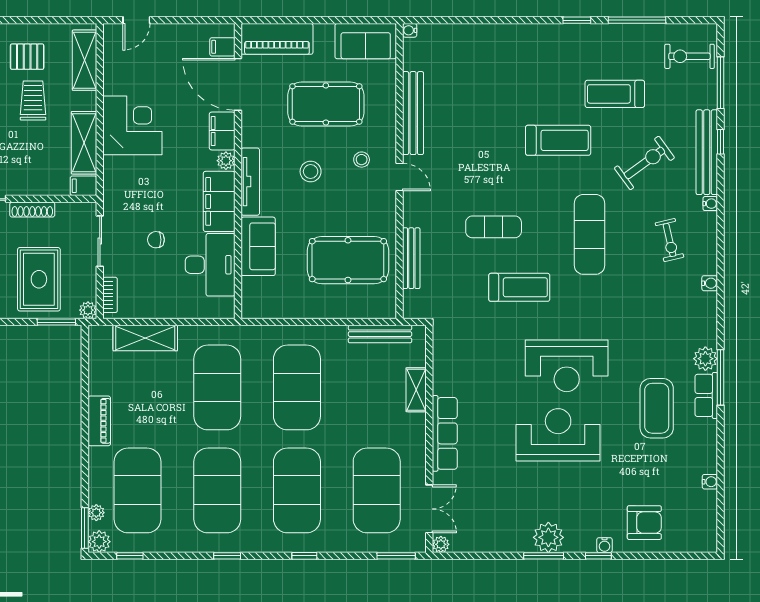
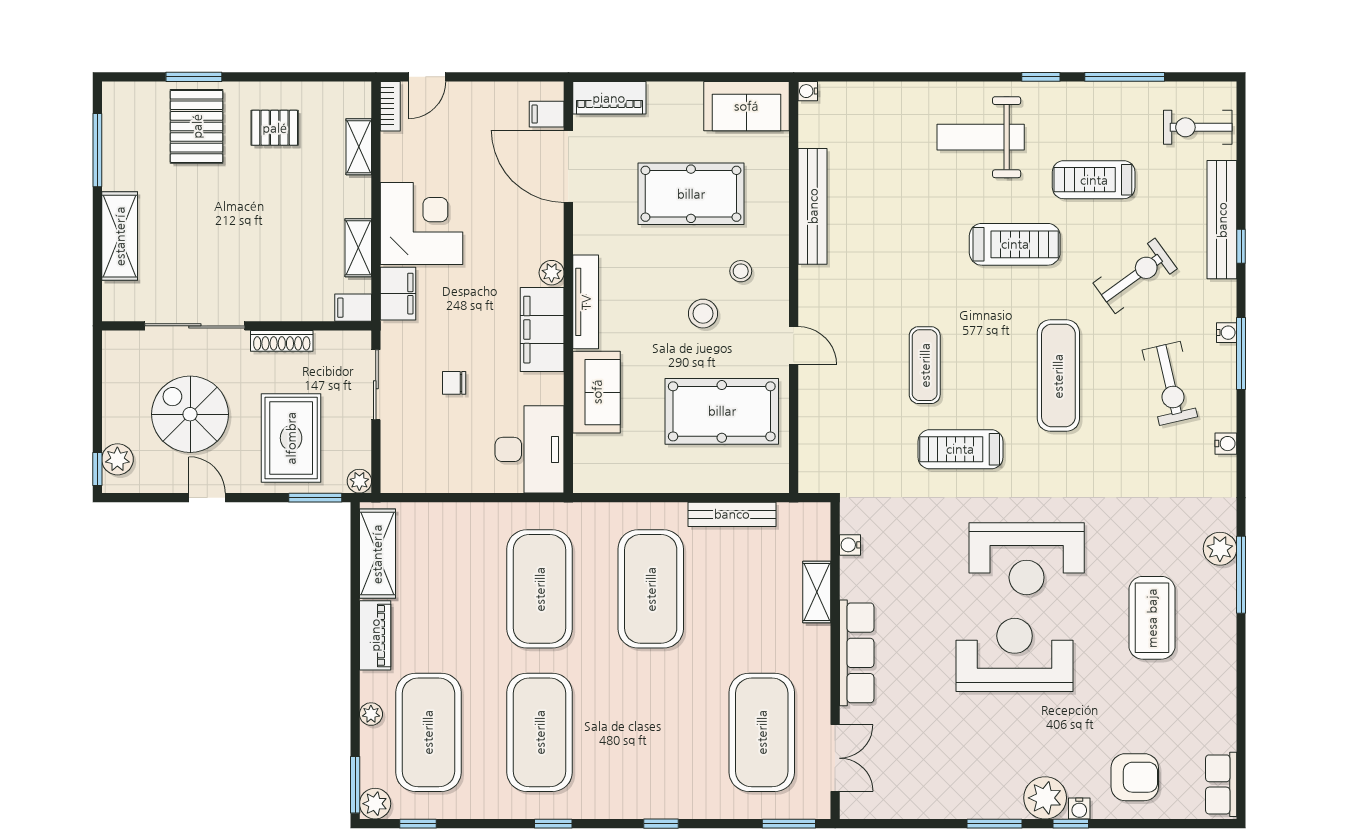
piano: (277, 39) -> (609, 98), width x0.73, depth x0.75
shelving: (84, 60) -> (359, 147), width x0.67, depth x0.75
weight bench: (534, 63) -> (981, 137), added
window: (721, 83) -> (1241, 353), moved
trolley: (33, 101) -> (283, 189), removed
filing cabinet: (222, 131) -> (398, 294), moved, turned 180
shelving: (84, 143) -> (358, 248), width x0.67, depth x0.75
bench: (707, 152) -> (1222, 220), moved
stool: (311, 172) -> (703, 314), moved
door: (400, 177) -> (794, 346), moved
exercise mat: (494, 227) -> (925, 365), turned 90
exercise bike: (669, 240) -> (1170, 383), width x1.38, depth x1.39
bench: (411, 258) -> (810, 409), removed
desk: (210, 265) -> (530, 449), moved
treadmill: (519, 287) -> (960, 449), turned 180
bookcase: (110, 295) -> (390, 106), moved
bench: (380, 334) -> (732, 514), moved
shelving: (145, 338) -> (377, 554), moved, turned 90
row of seats: (706, 395) -> (1221, 784), moved
water cooler: (710, 482) -> (850, 545), moved, turned 180
exercise mat: (297, 490) -> (651, 732), removed
plant: (96, 513) -> (371, 714), moved
plant: (548, 537) -> (1045, 798), moved
plant: (441, 544) -> (851, 808), removed

